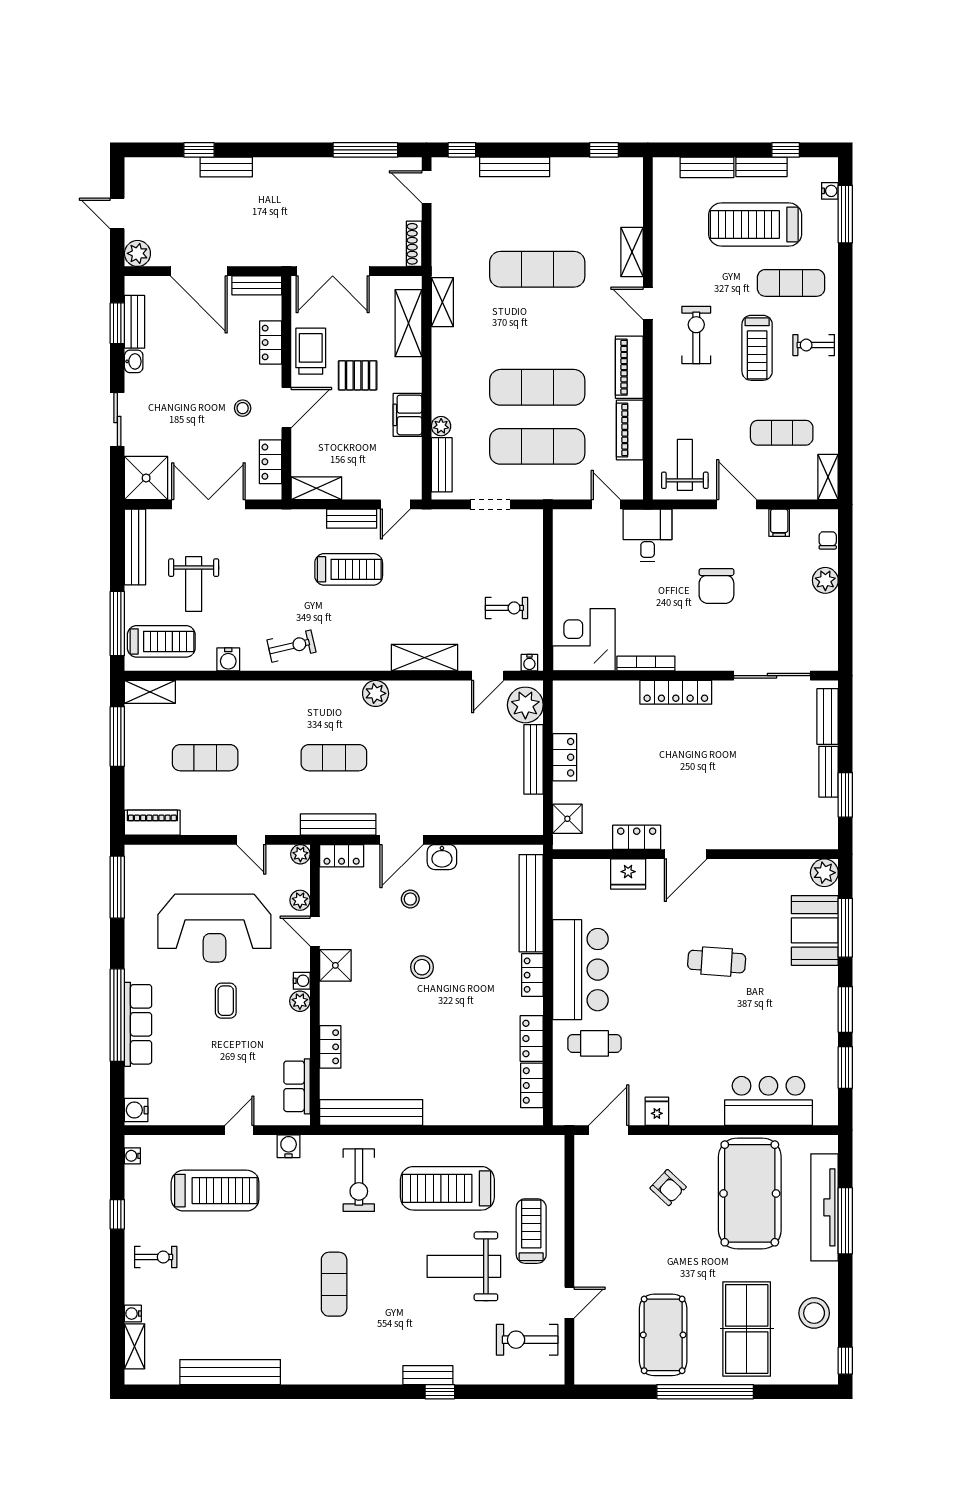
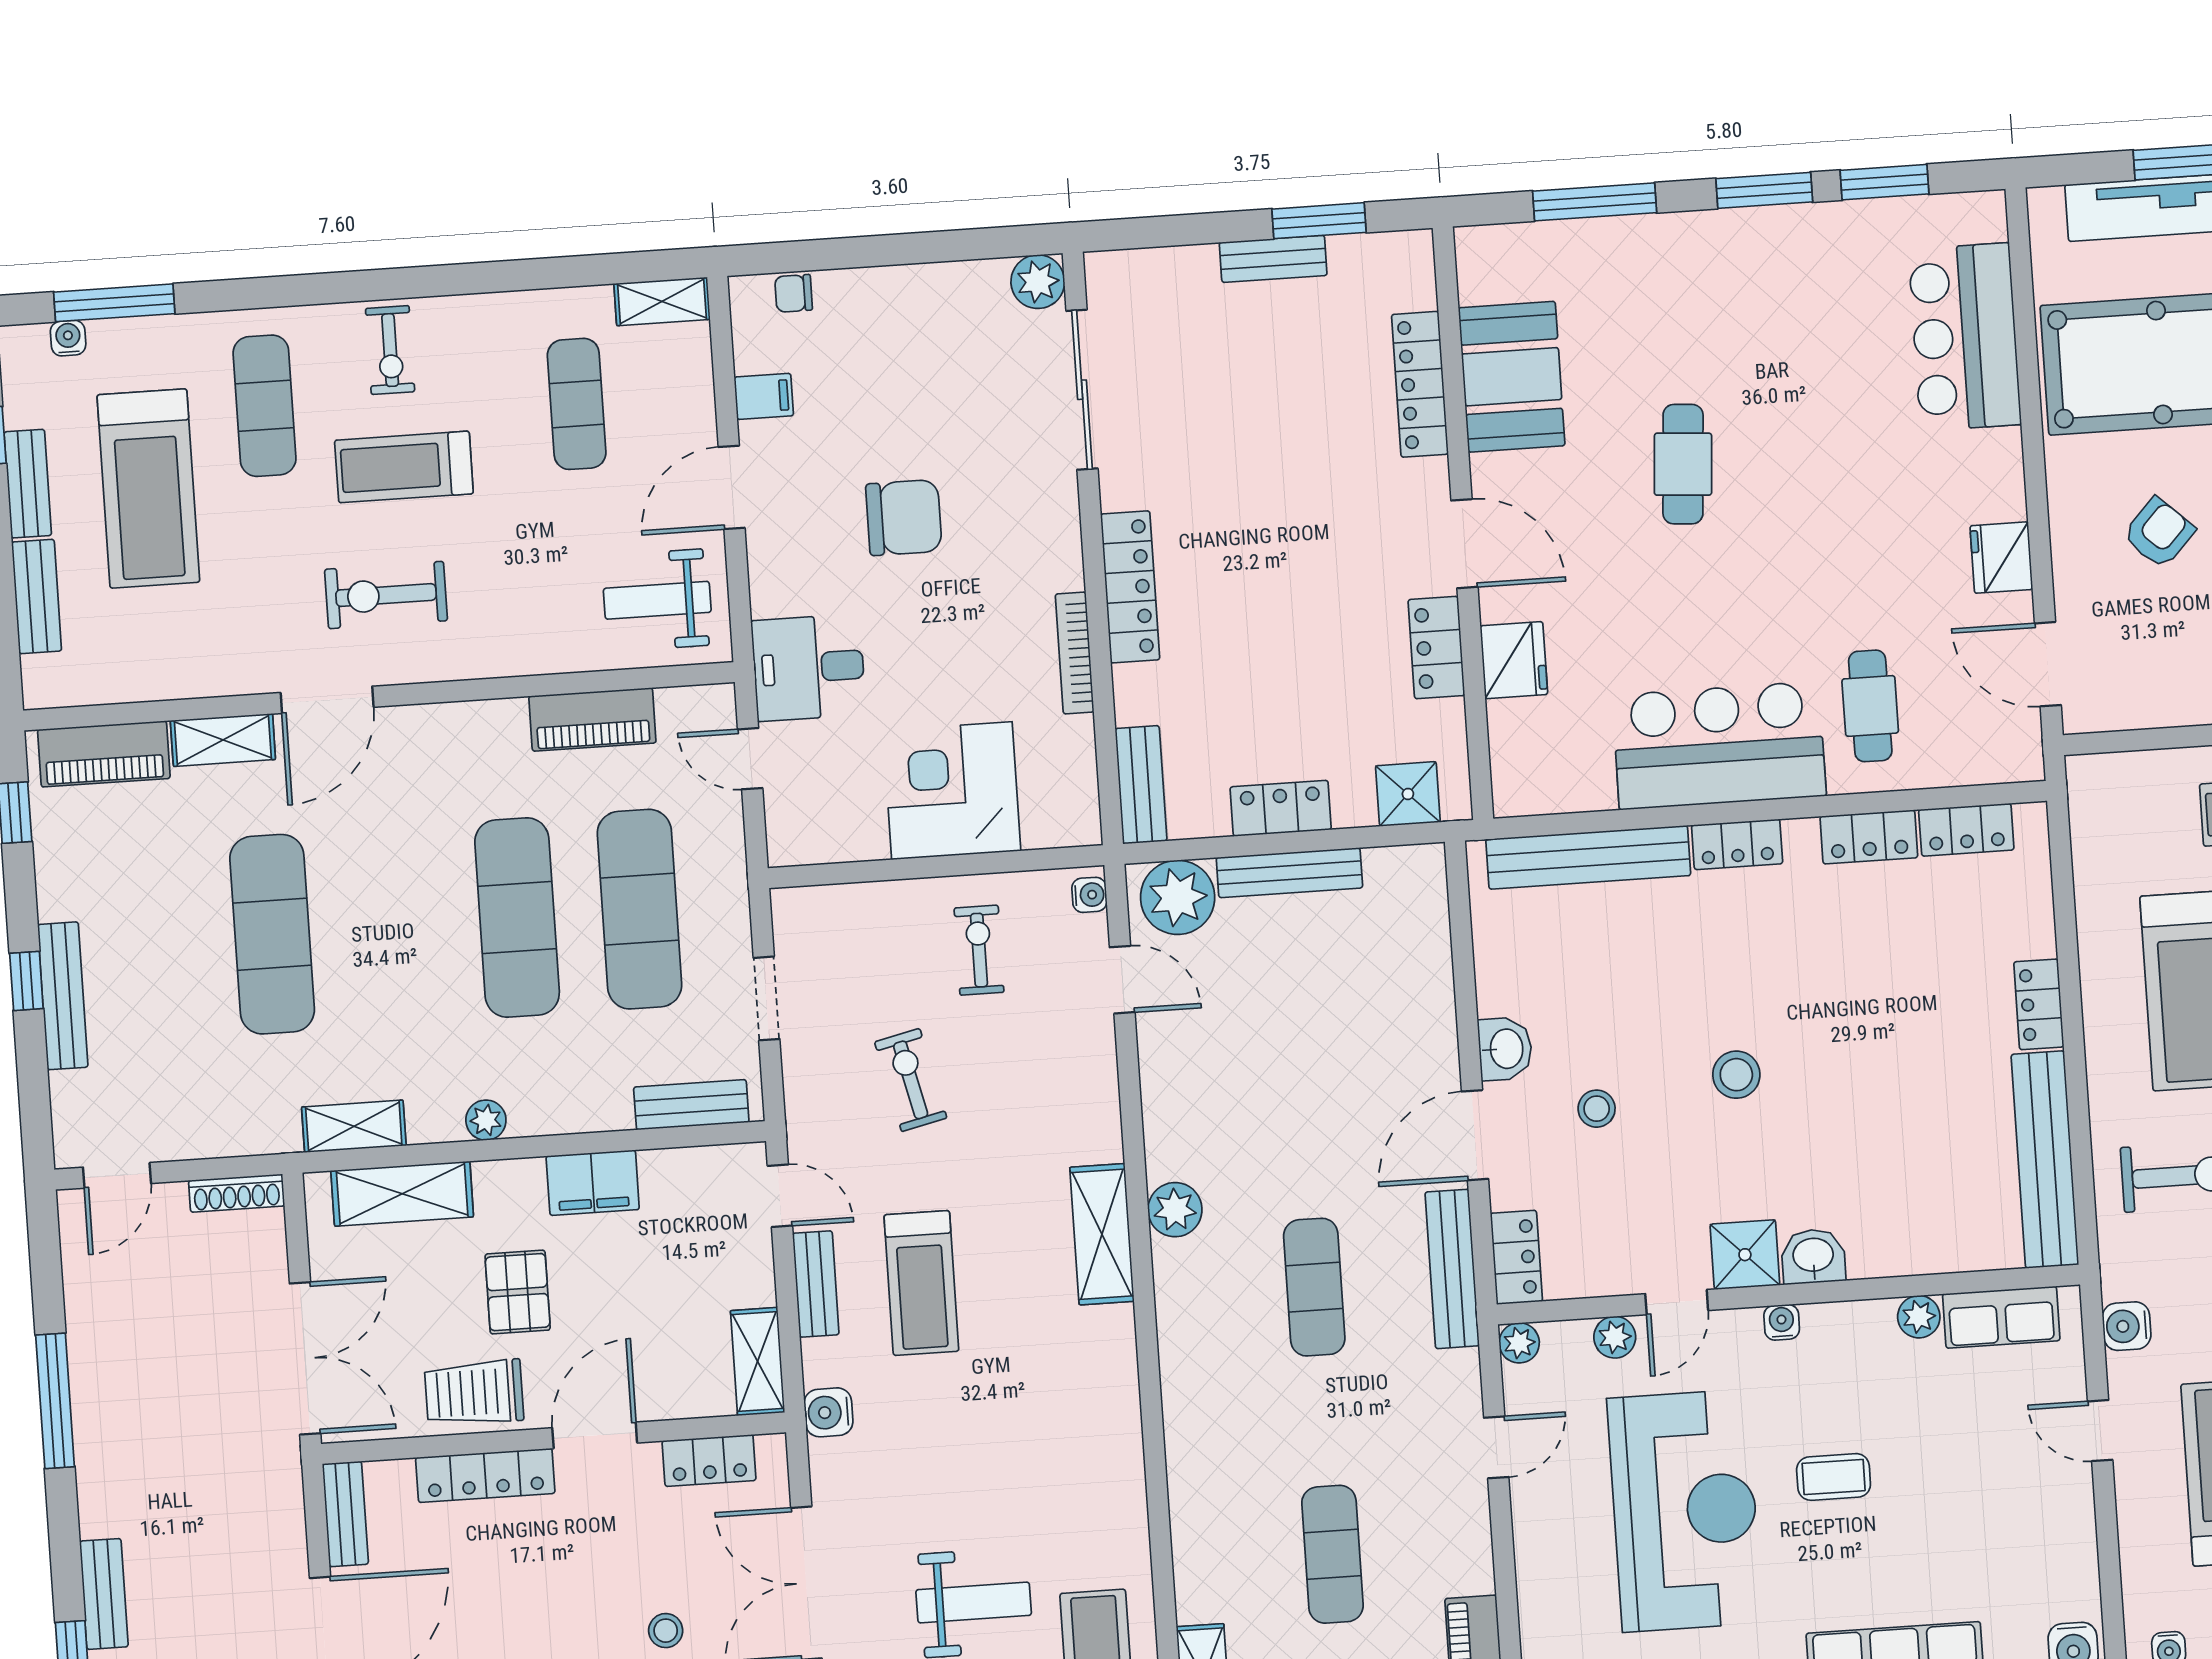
window: (365, 150) -> (55, 1401), moved
window: (462, 150) -> (26, 981), moved
door: (648, 303) -> (327, 700), width x1.38
locker: (271, 343) -> (485, 1475), width x1.53
treadmill: (757, 348) -> (404, 467), turned 180
piano: (629, 367) -> (104, 754), moved
stool: (243, 408) -> (666, 1631), moved
door: (286, 408) -> (595, 1435), hinge flipped
plant: (441, 426) -> (486, 1120), moved
door: (606, 504) -> (750, 759), hinge flipped
treadmill: (349, 569) -> (921, 1283), turned 180
plant: (825, 580) -> (1038, 282), moved
corner desk: (584, 640) -> (952, 791), moved, turned 90
exercise bike: (291, 646) -> (911, 1080), moved
shelving: (425, 658) -> (1102, 1234), moved
water cooler: (228, 659) -> (828, 1412), moved, turned 180
bench: (828, 717) -> (1141, 785), moved, turned 90
locker: (764, 838) -> (1420, 384), added
door: (401, 840) -> (1475, 1135), swing flipped
plant: (824, 873) -> (1483, 253), removed
booth: (815, 930) -> (1512, 377), moved, turned 90
washbasin: (332, 998) -> (1813, 1256), added
plant: (300, 1001) -> (1919, 1317), moved
locker: (330, 1047) -> (2039, 1004), moved, turned -90
fridge: (657, 1111) -> (2001, 558), width x1.38

